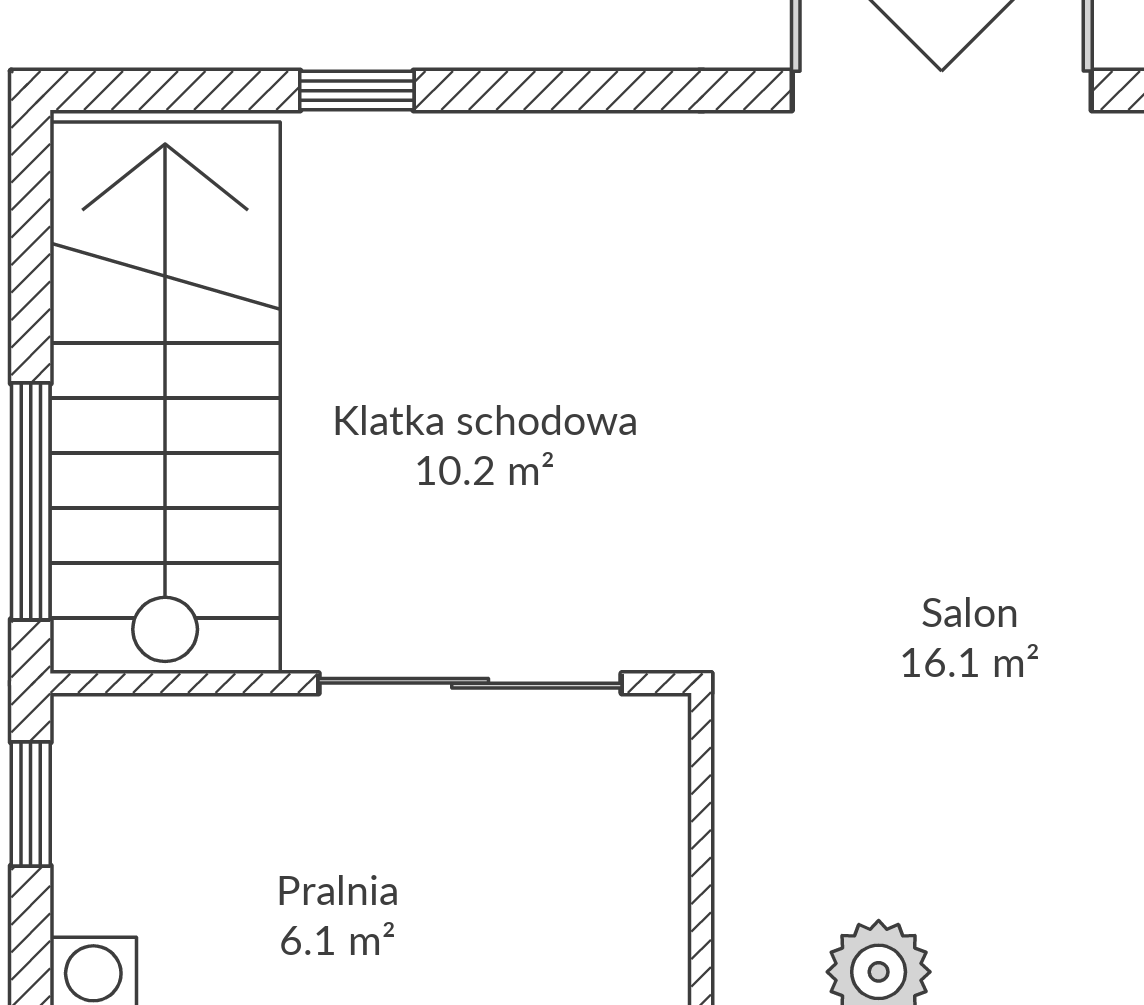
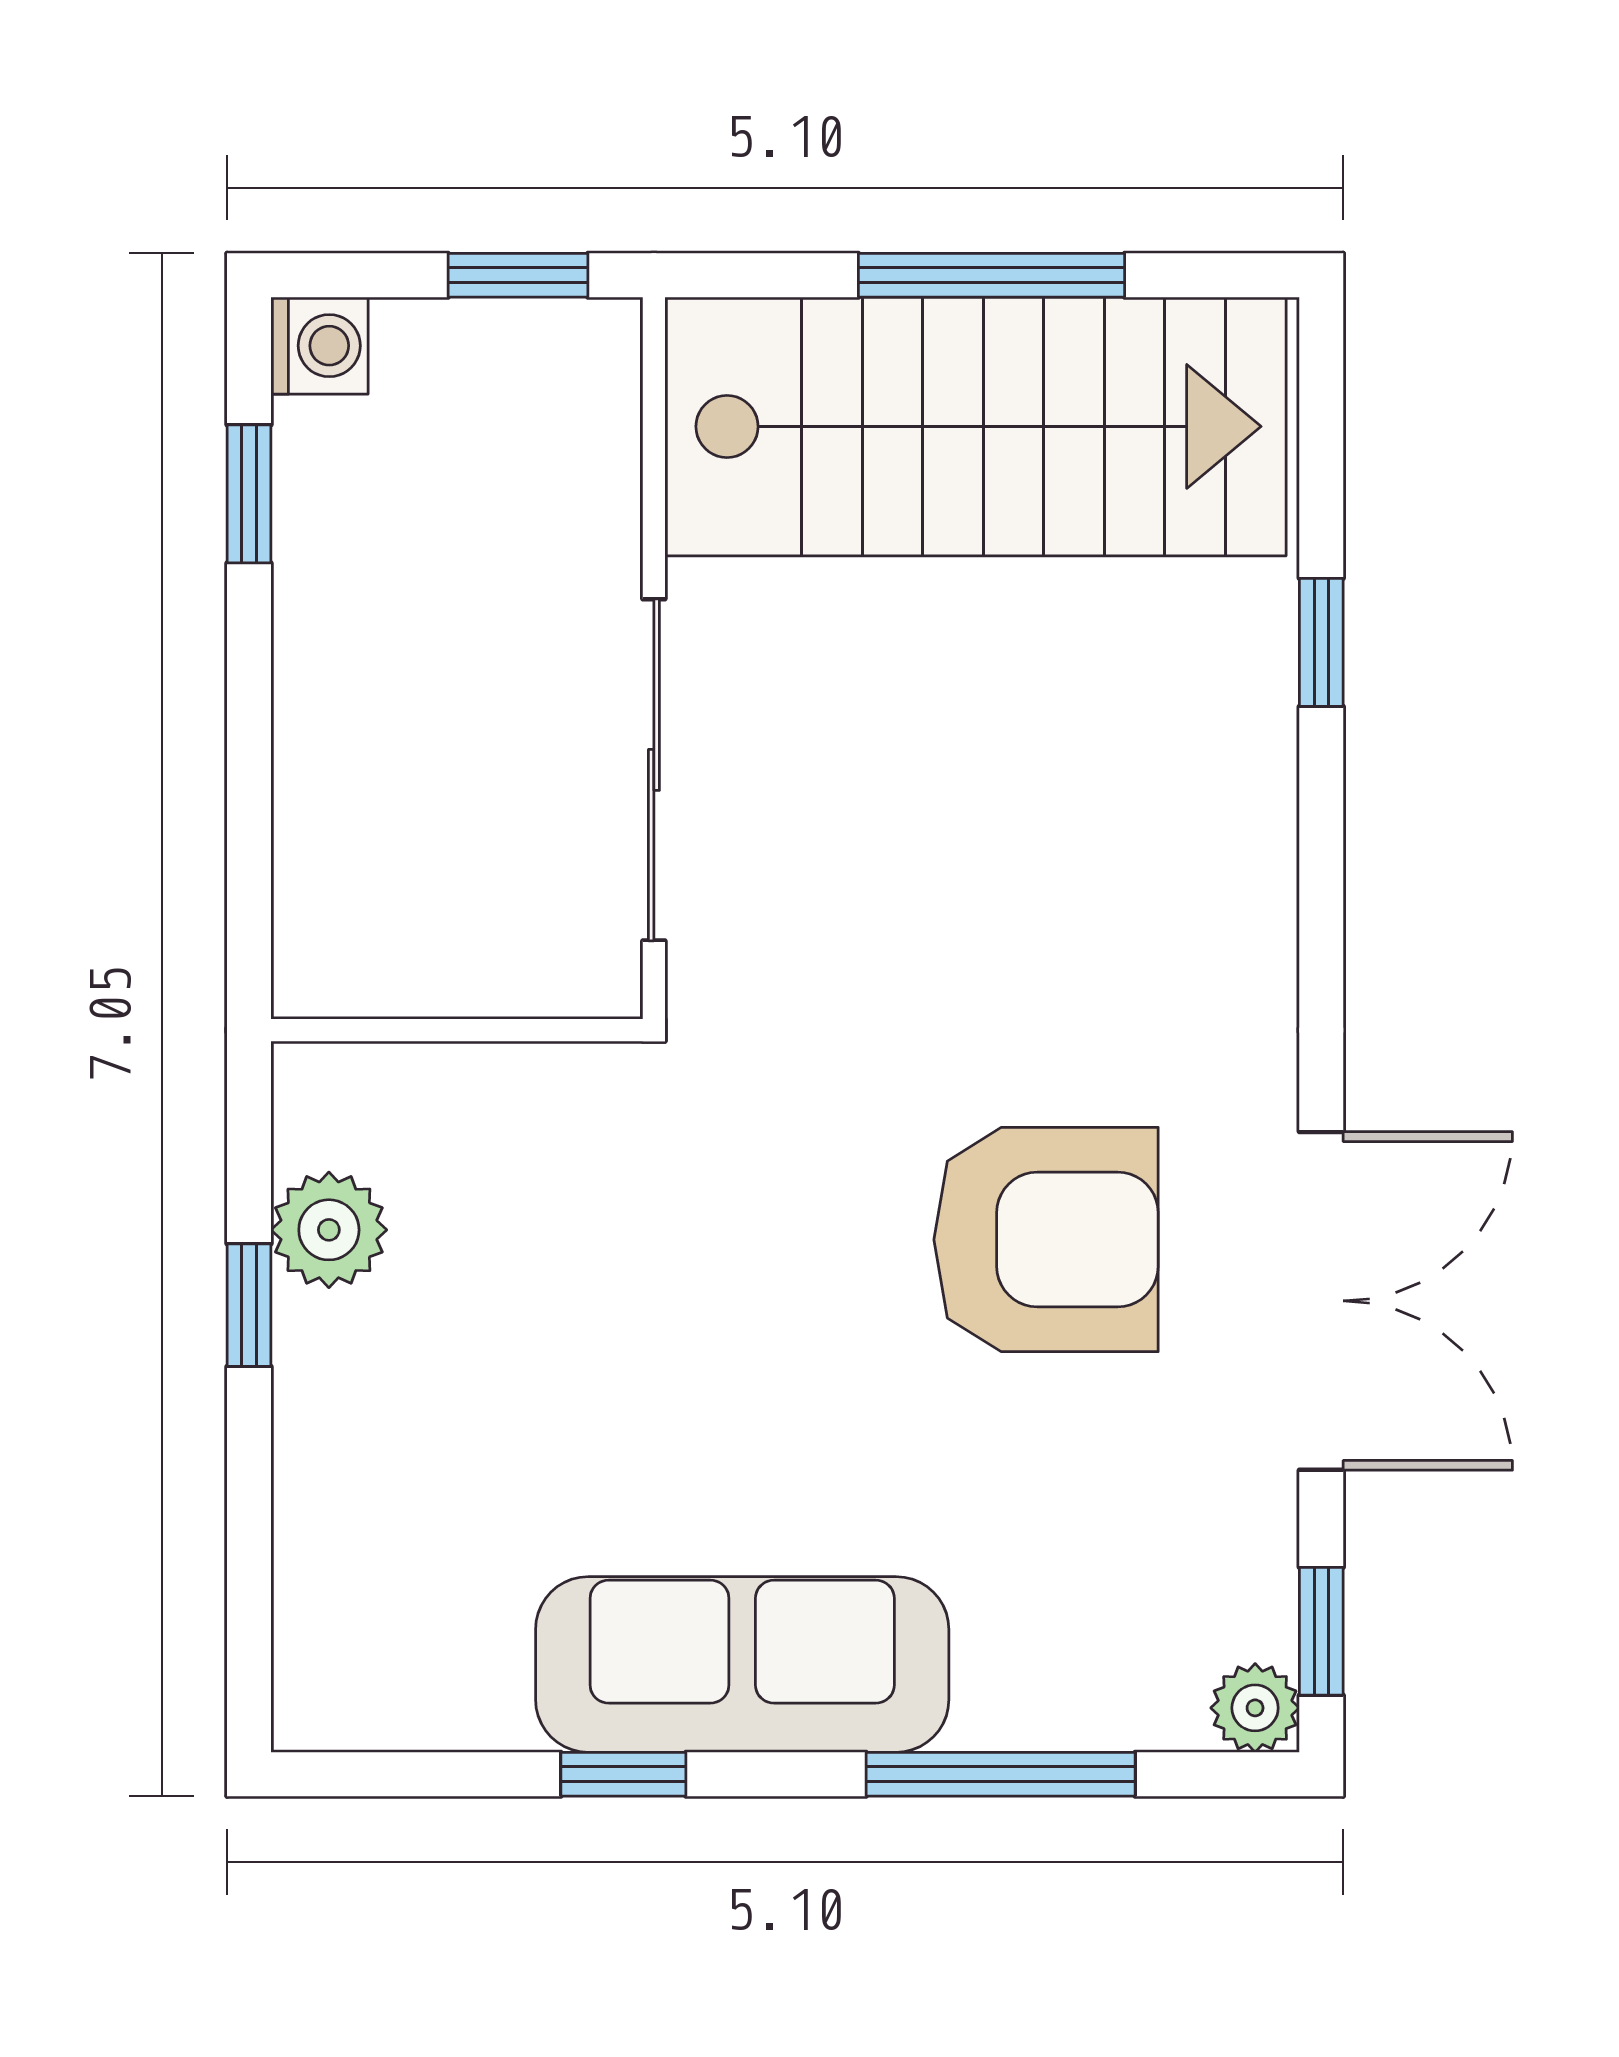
armchair: (887, 335) -> (1046, 1240), added
window: (31, 501) -> (991, 275), moved

